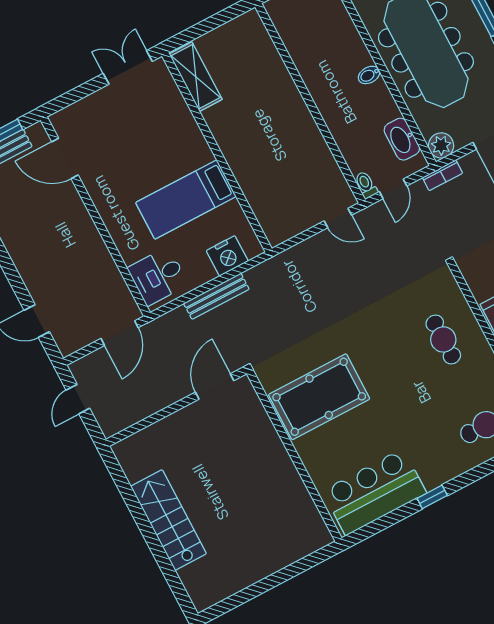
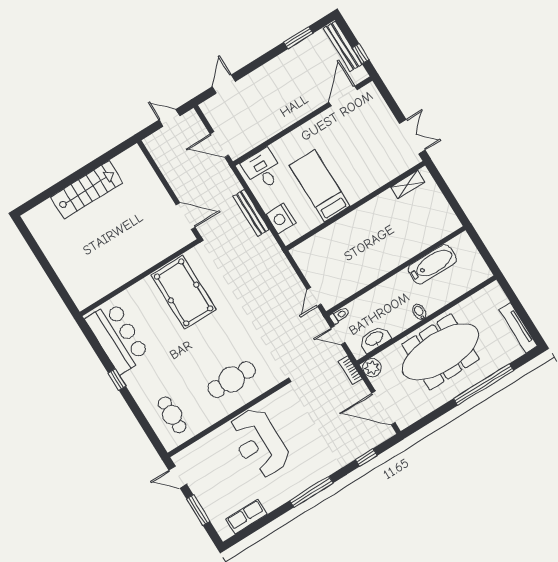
bathtub: (305, 53) -> (432, 264), added
shelving: (196, 77) -> (408, 184), width x0.67, depth x0.75
cafe table: (443, 339) -> (232, 379), width x1.37, depth x1.35

